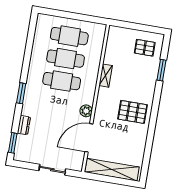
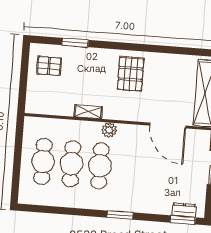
pallet: (145, 48) -> (49, 66), turned 90
plant: (86, 111) -> (109, 130), moved
dresser: (24, 125) -> (184, 210), moved

